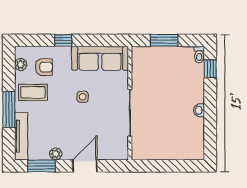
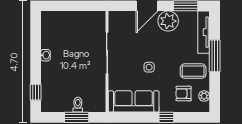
toilet: (199, 55) -> (78, 105), moved
plant: (56, 154) -> (168, 21), width x1.88, depth x1.88

